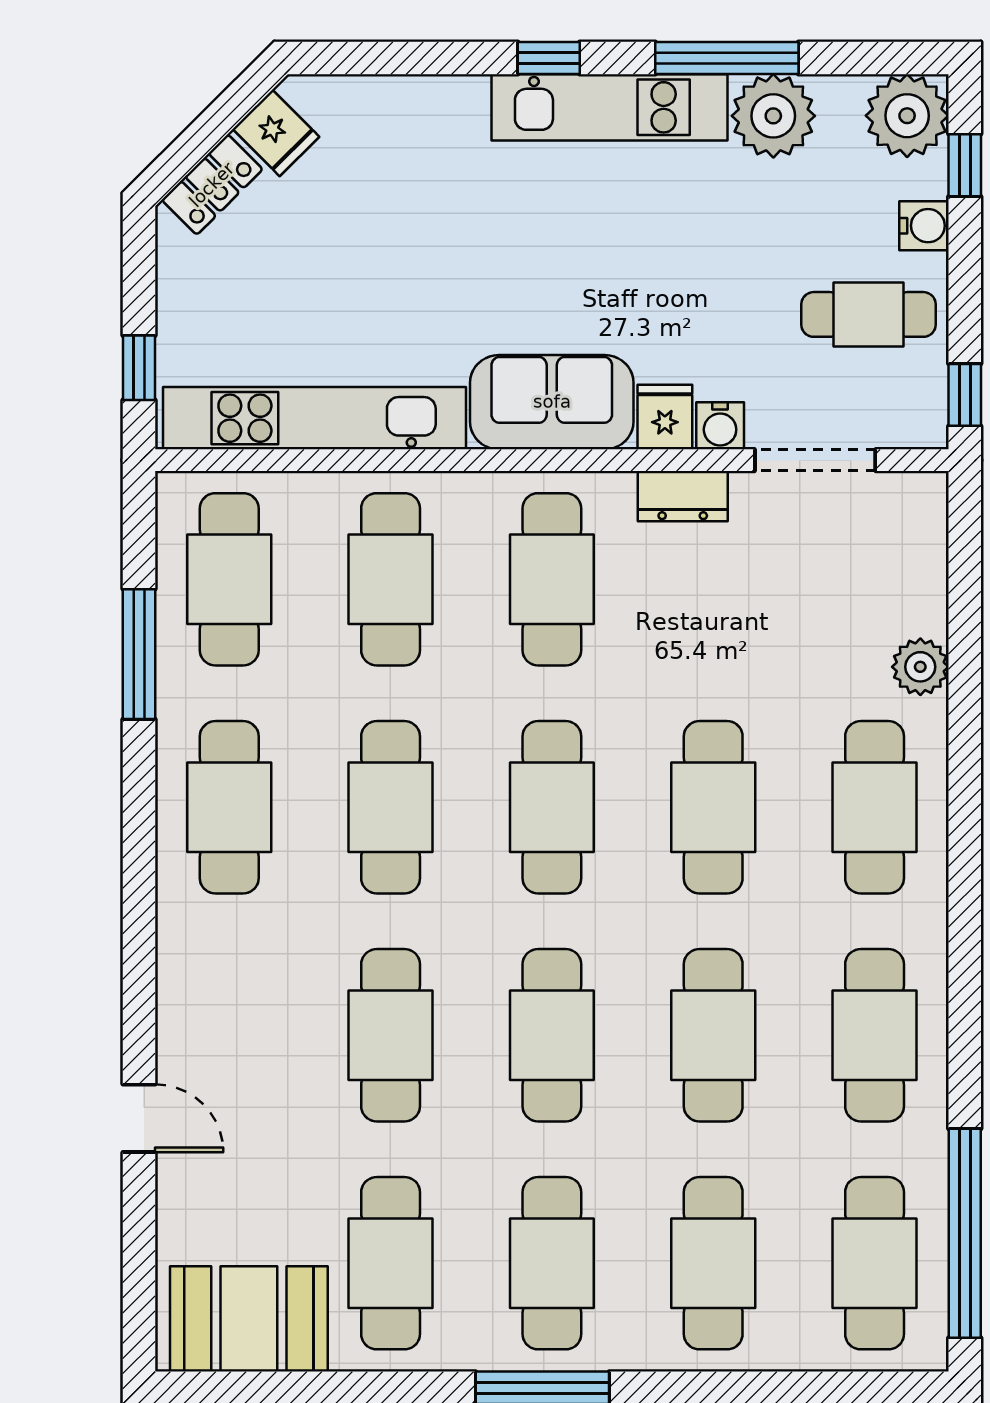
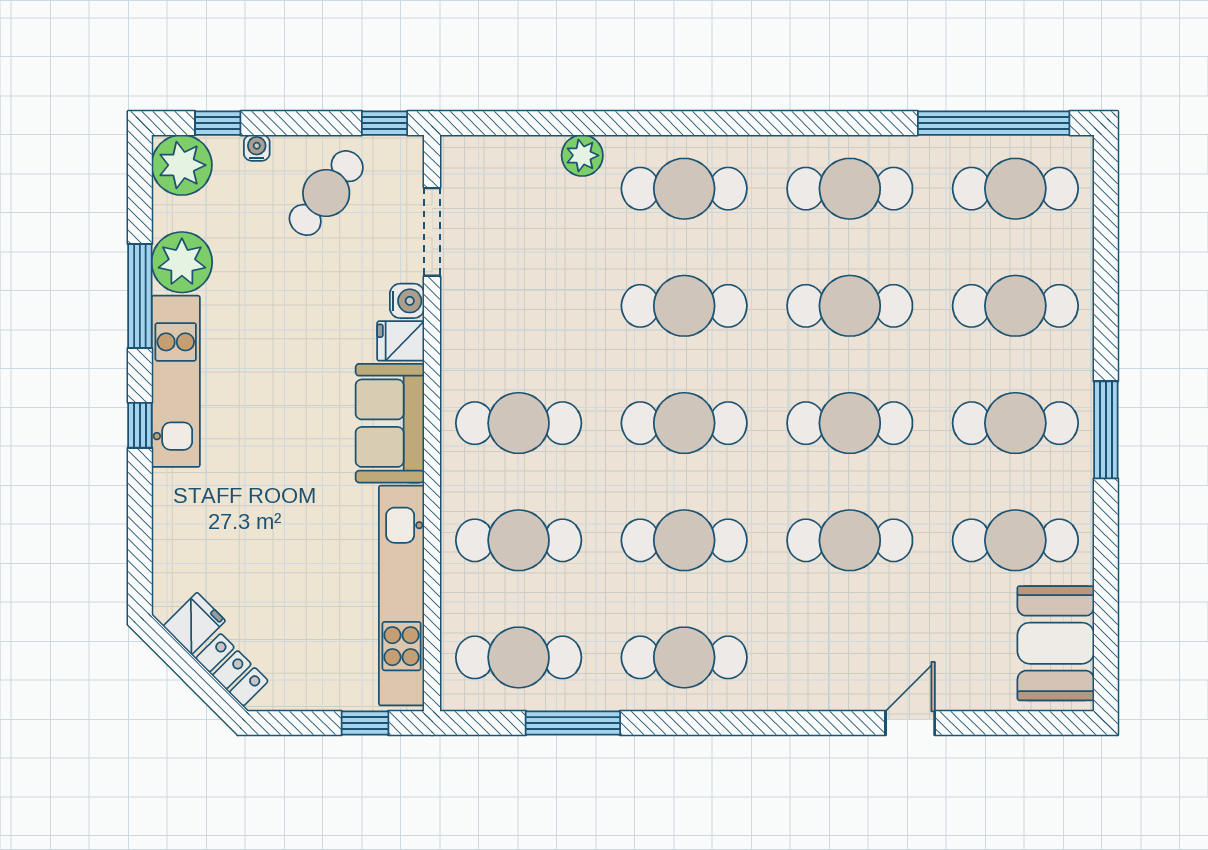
water cooler: (924, 226) -> (257, 148), width x0.72, depth x0.72
cafe table: (869, 314) -> (326, 193), turned 38
dresser: (683, 496) -> (458, 328), removed

